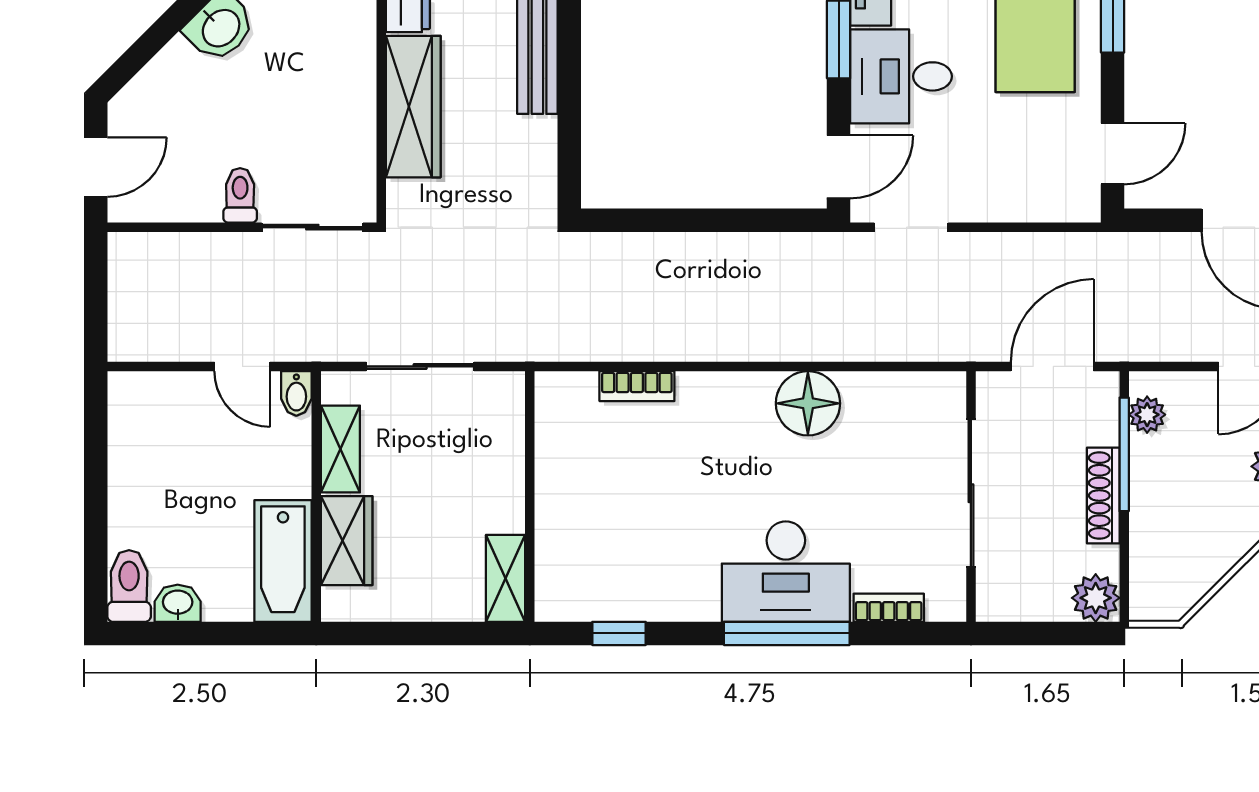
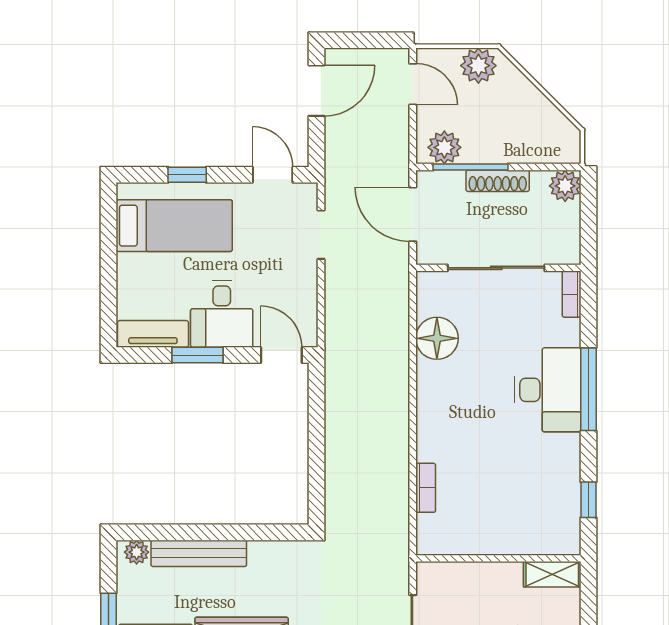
doorway: (911, 227) -> (321, 235), moved
floor lamp: (808, 403) -> (437, 338), moved
plant: (1147, 415) -> (444, 147), width x1.38, depth x1.38
bookcase: (889, 608) -> (572, 294), moved

